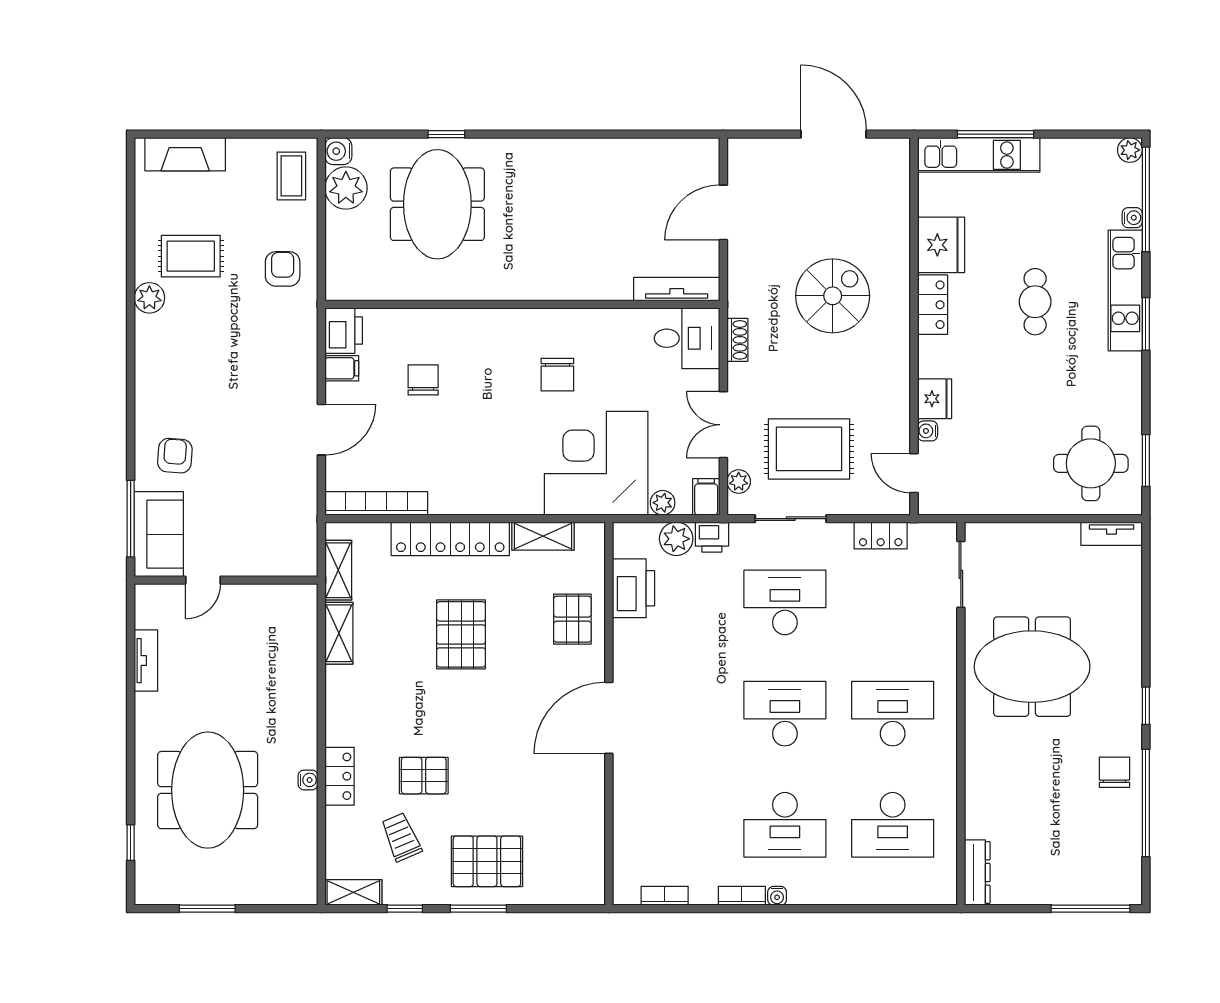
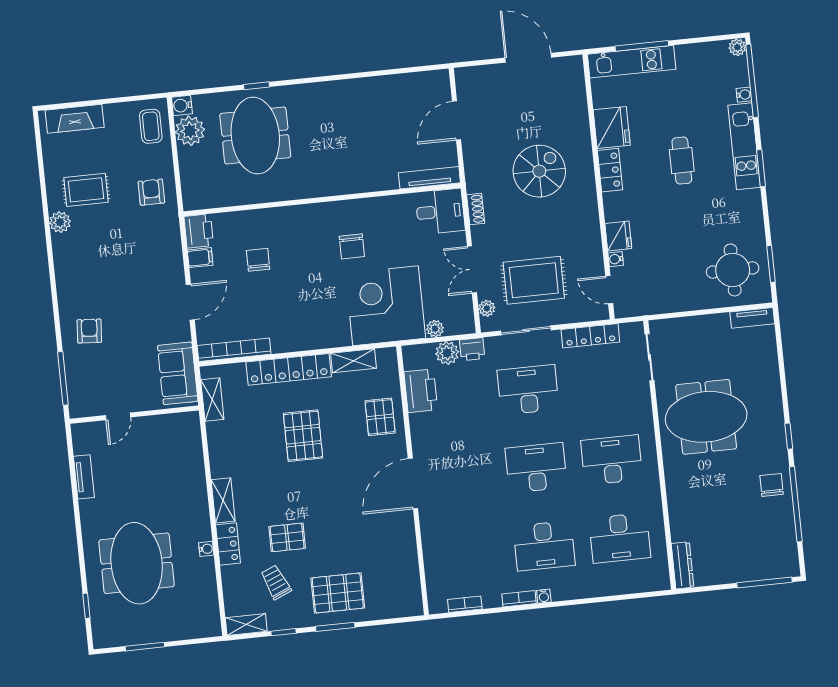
filing cabinet: (706, 497) -> (465, 321), removed
sofa: (159, 534) -> (178, 373), moved, turned 180
locker: (881, 535) -> (590, 336), width x1.53
shelving: (339, 633) -> (223, 500), moved

